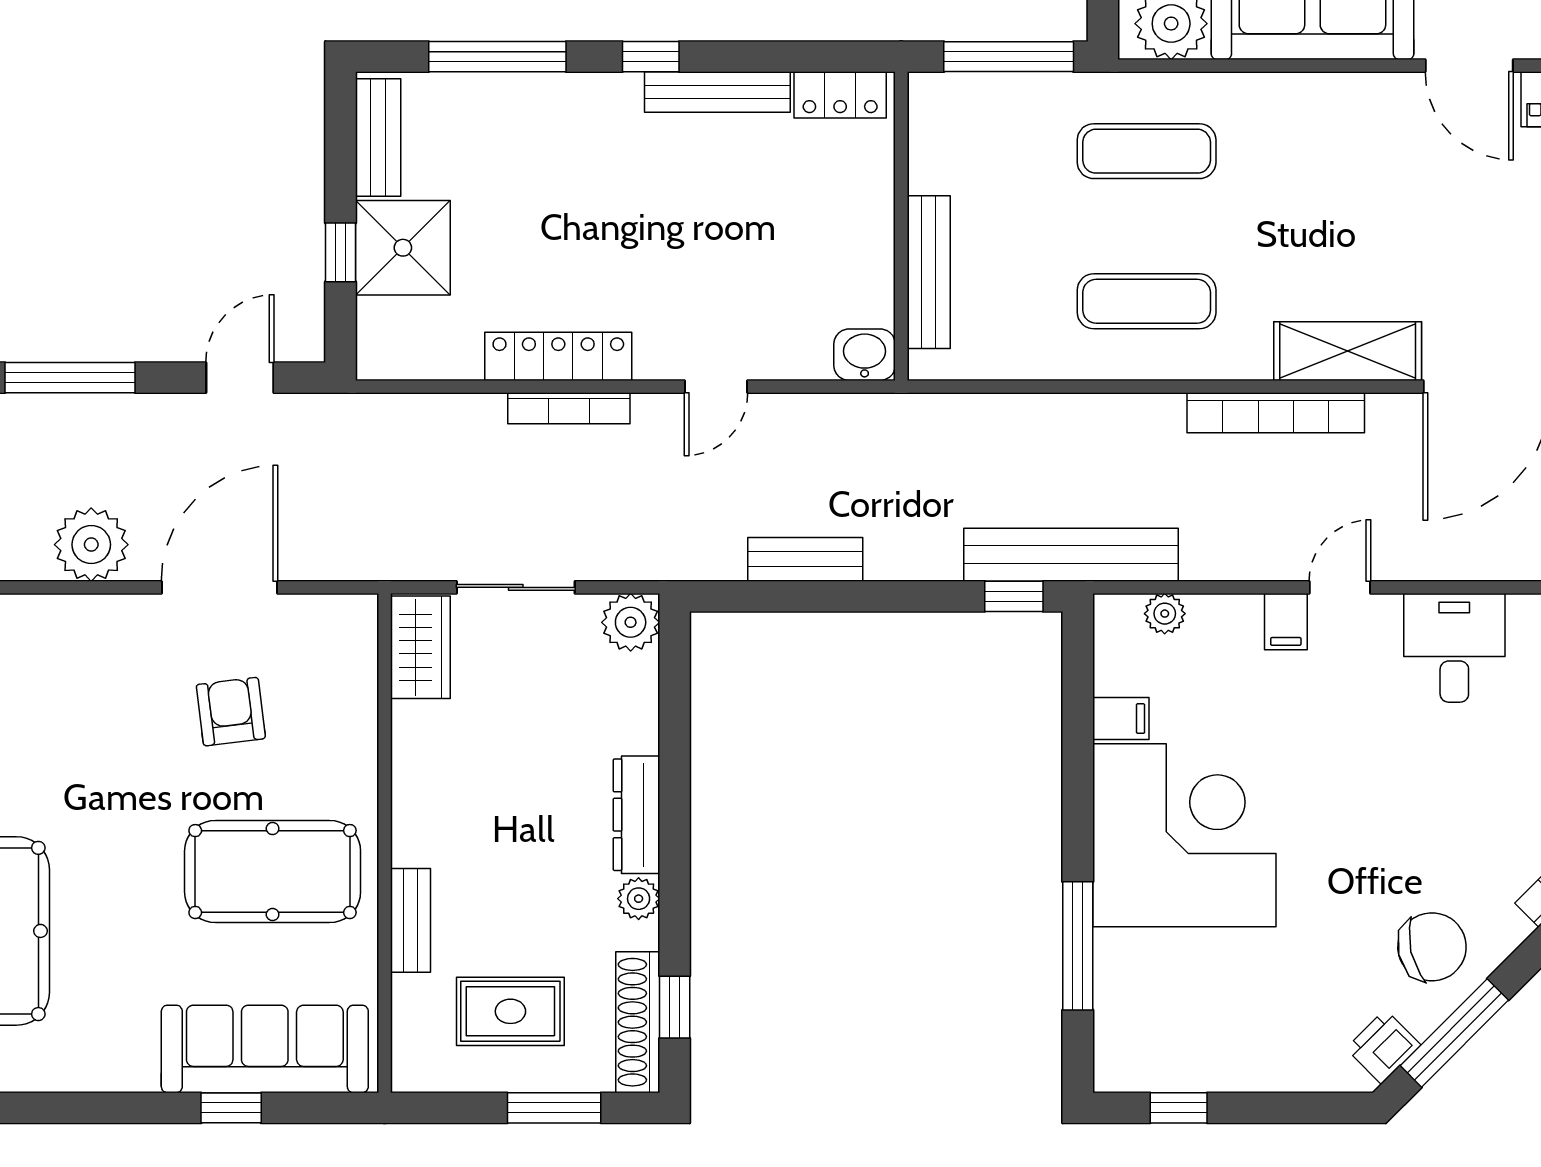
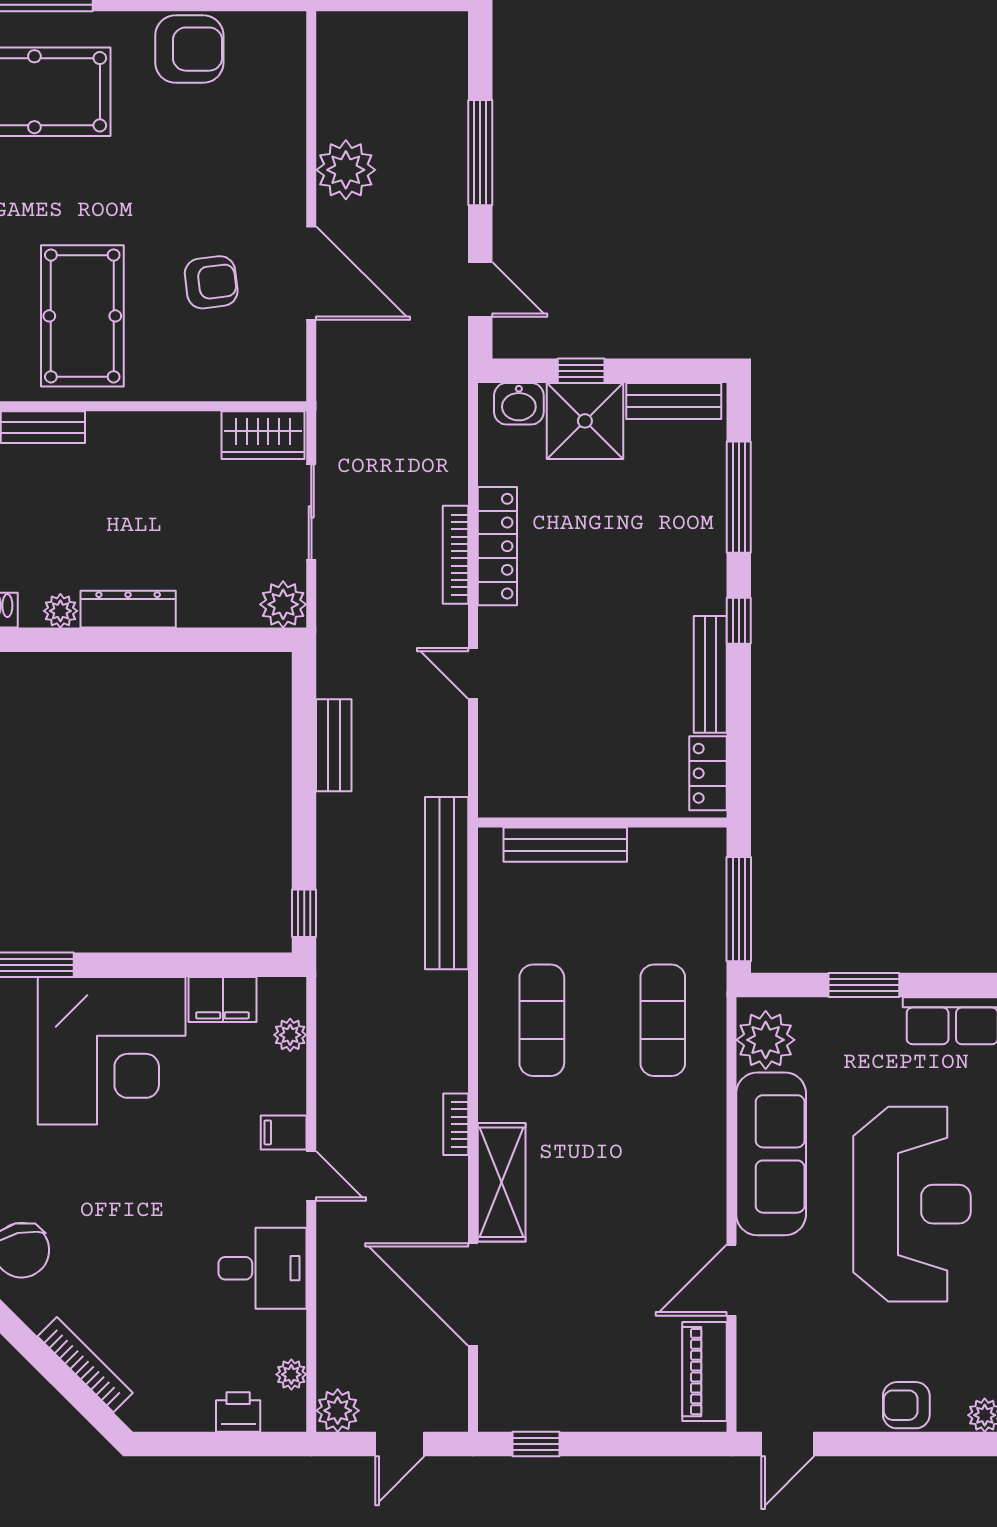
washbasin: (865, 355) -> (519, 404), moved, turned 90
bookcase: (1276, 413) -> (456, 1124), width x0.43, depth x0.76
bench: (1071, 555) -> (447, 883), moved
filing cabinet: (1121, 719) -> (223, 1000), width x2.00

